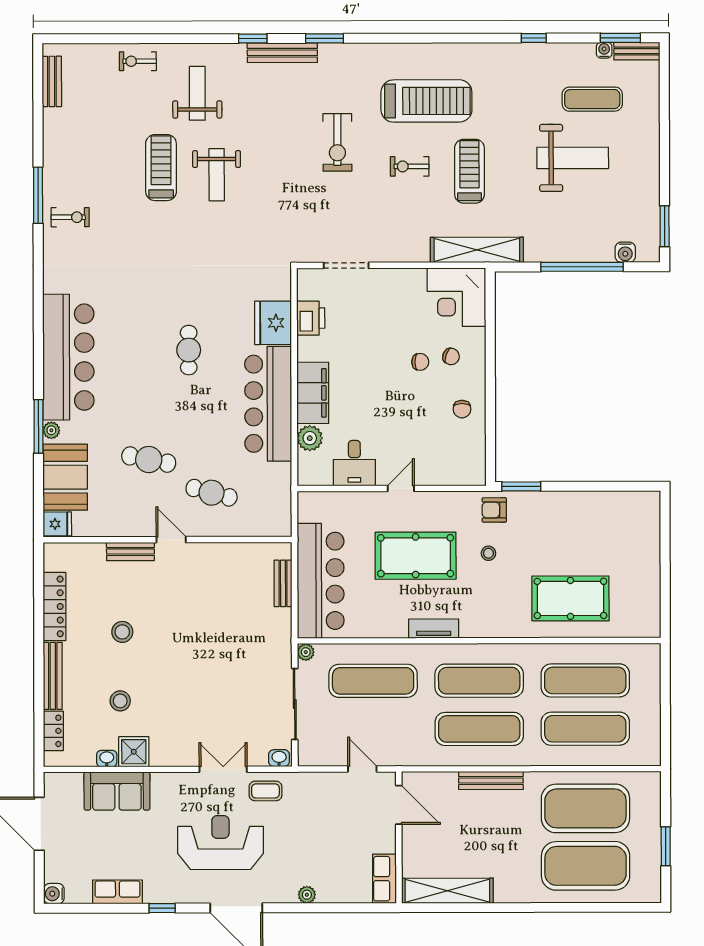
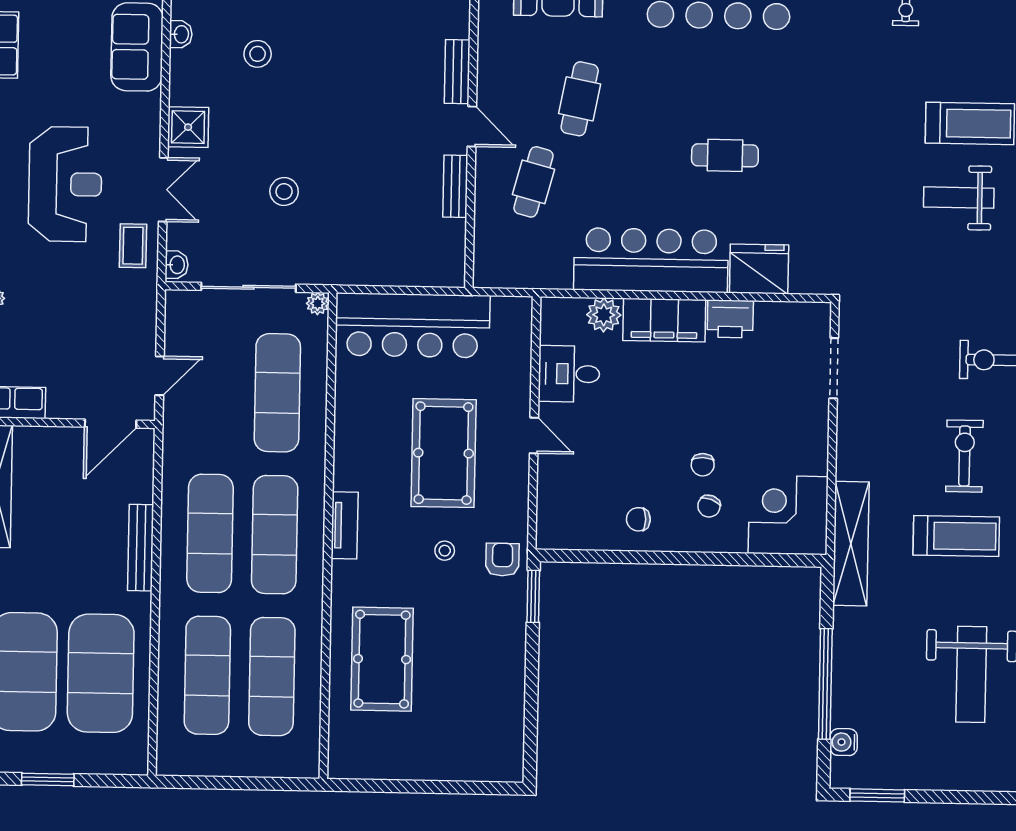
exercise bike: (410, 166) -> (964, 456), width x1.38, depth x1.39
printer: (311, 318) -> (730, 319), moved
door: (171, 540) -> (472, 127), hinge flipped
bench: (283, 583) -> (455, 186), moved, turned 90
tv unit: (434, 629) -> (345, 525), moved
stool: (122, 632) -> (284, 191), moved
shower: (134, 752) -> (188, 127), moved

